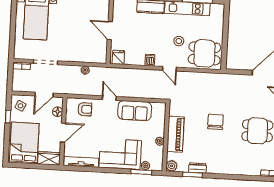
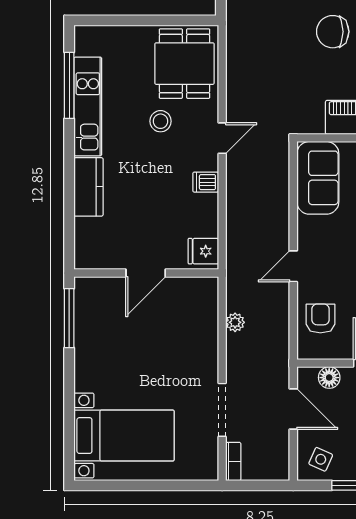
sofa: (135, 111) -> (318, 178), moved

